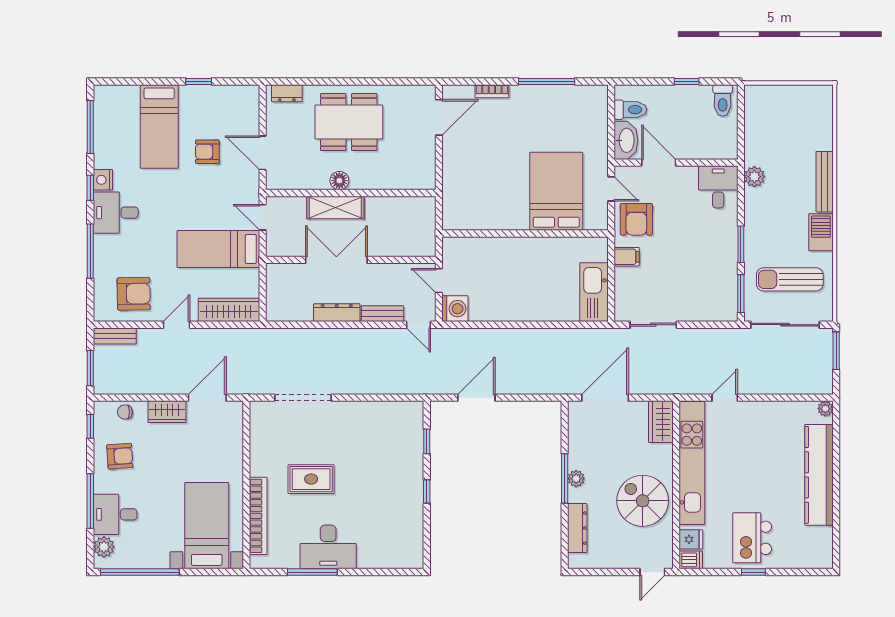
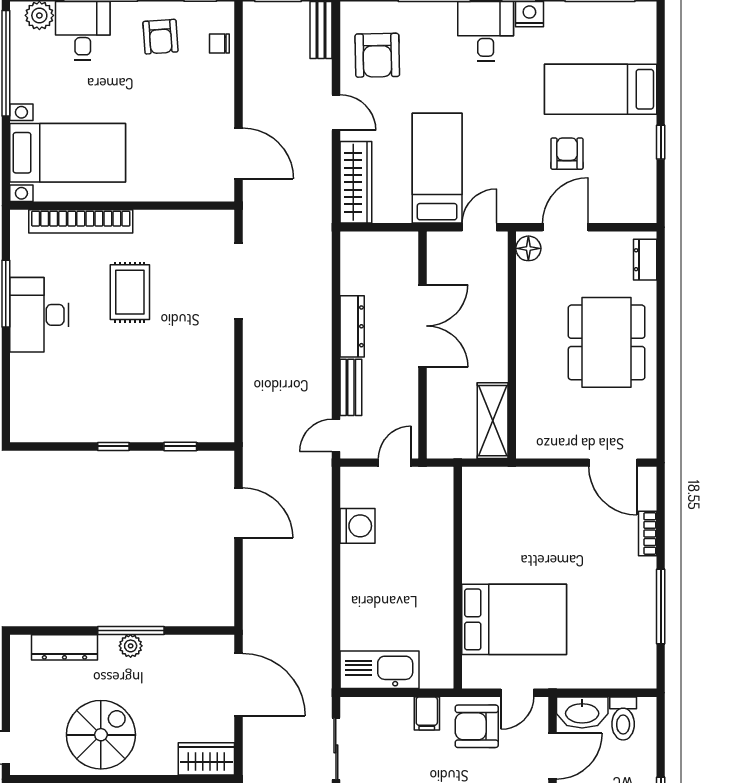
floor lamp: (339, 181) -> (528, 248), moved
shelving: (335, 207) -> (493, 421), moved
washing machine: (455, 309) -> (357, 526), moved, turned -90
chair: (125, 412) -> (219, 44), turned -90
wardrobe: (167, 412) -> (220, 100), removed

